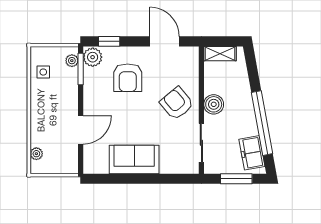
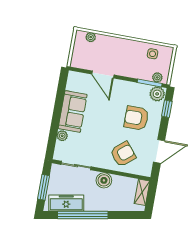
armchair: (177, 103) -> (123, 154), moved
freezer: (252, 153) -> (66, 203), width x1.40
plant: (167, 167) -> (62, 136), added

